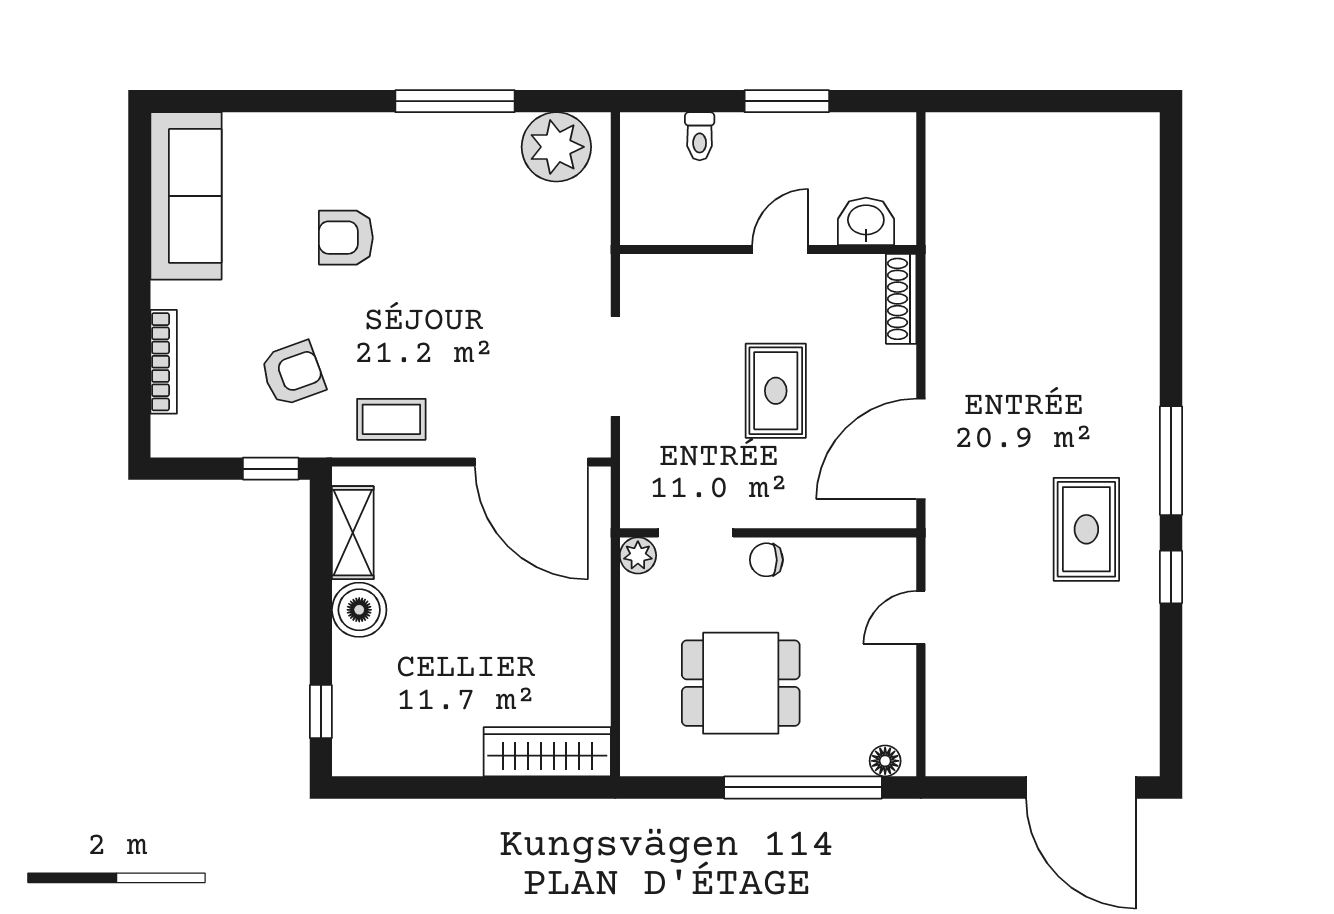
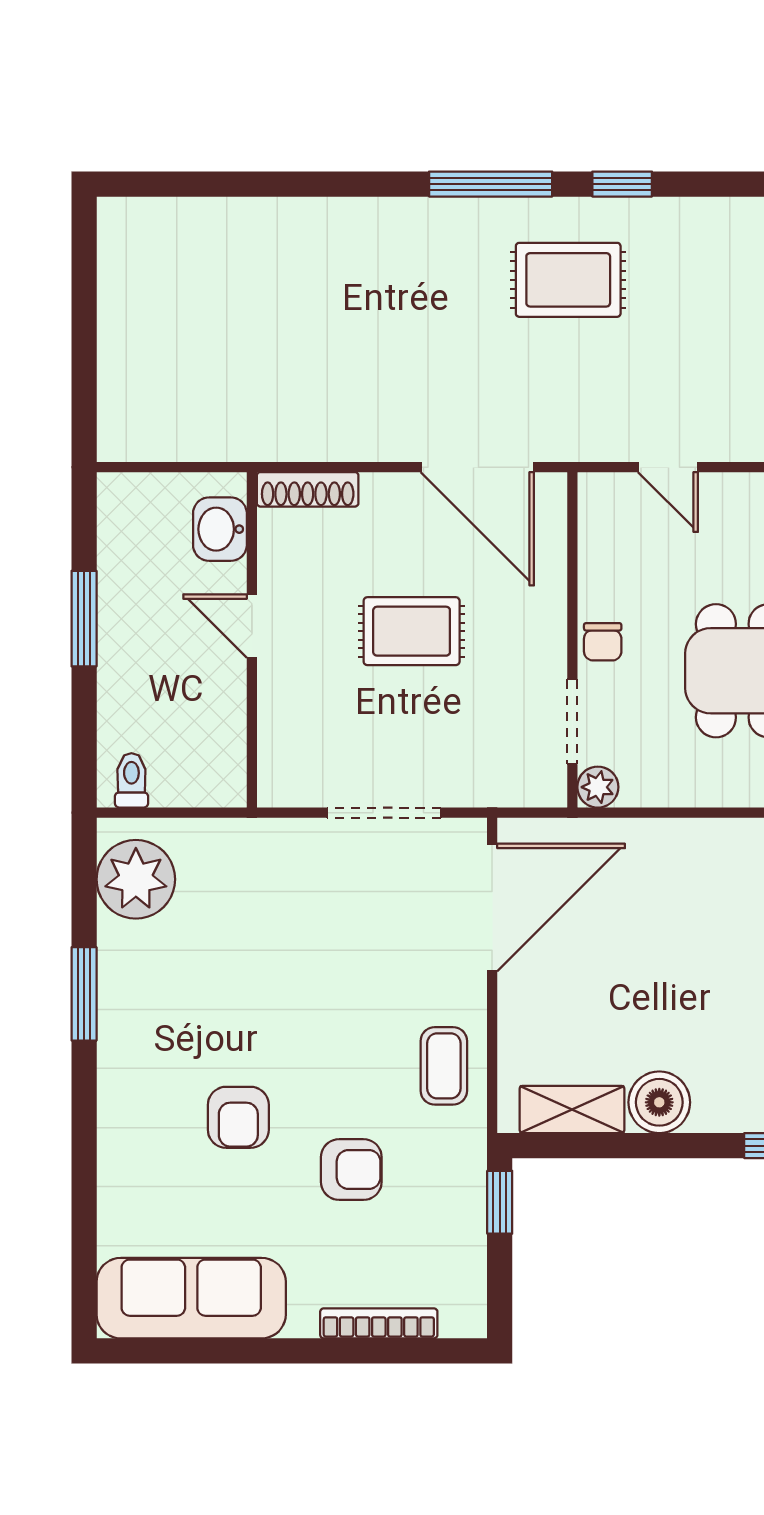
window: (455, 101) -> (84, 994), width x0.69
toilet: (700, 136) -> (131, 780), moved, turned -90
armchair: (293, 374) -> (351, 1170), moved, turned 110

